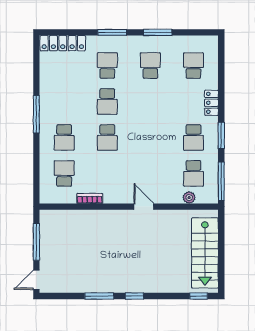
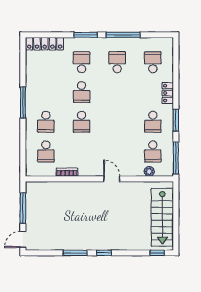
window: (158, 32) -> (123, 35), width x1.44
school desk: (64, 173) -> (46, 152), turned 180

